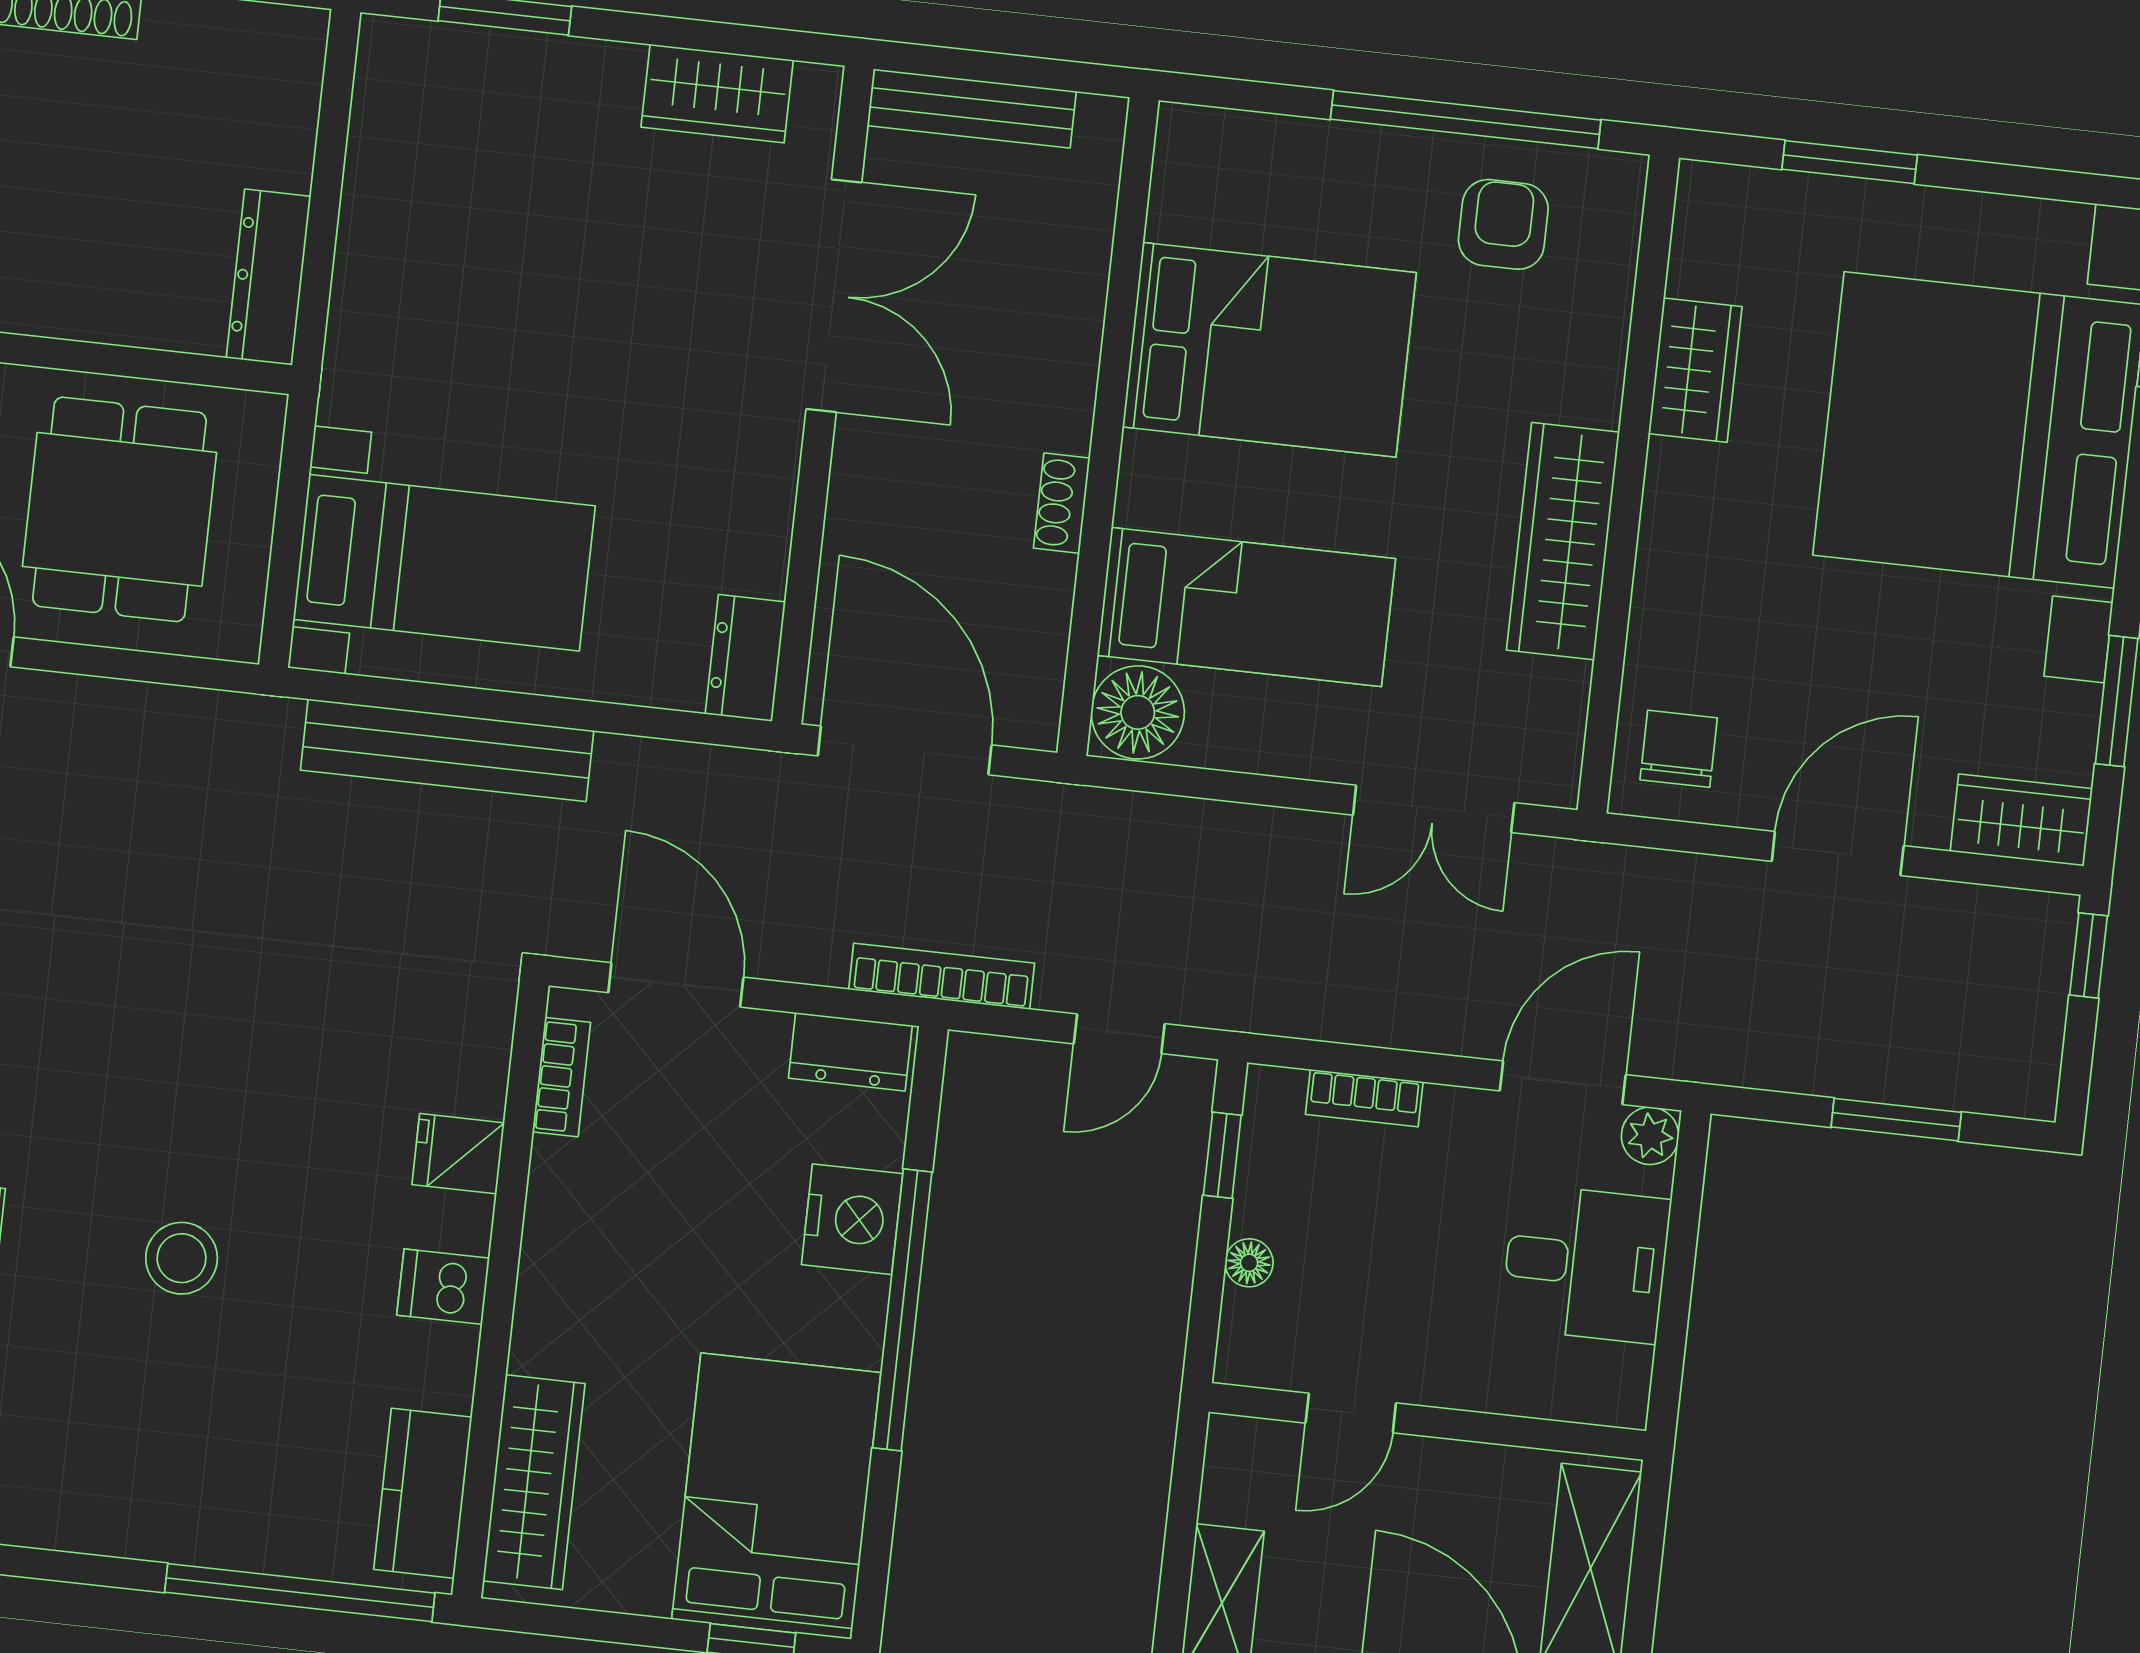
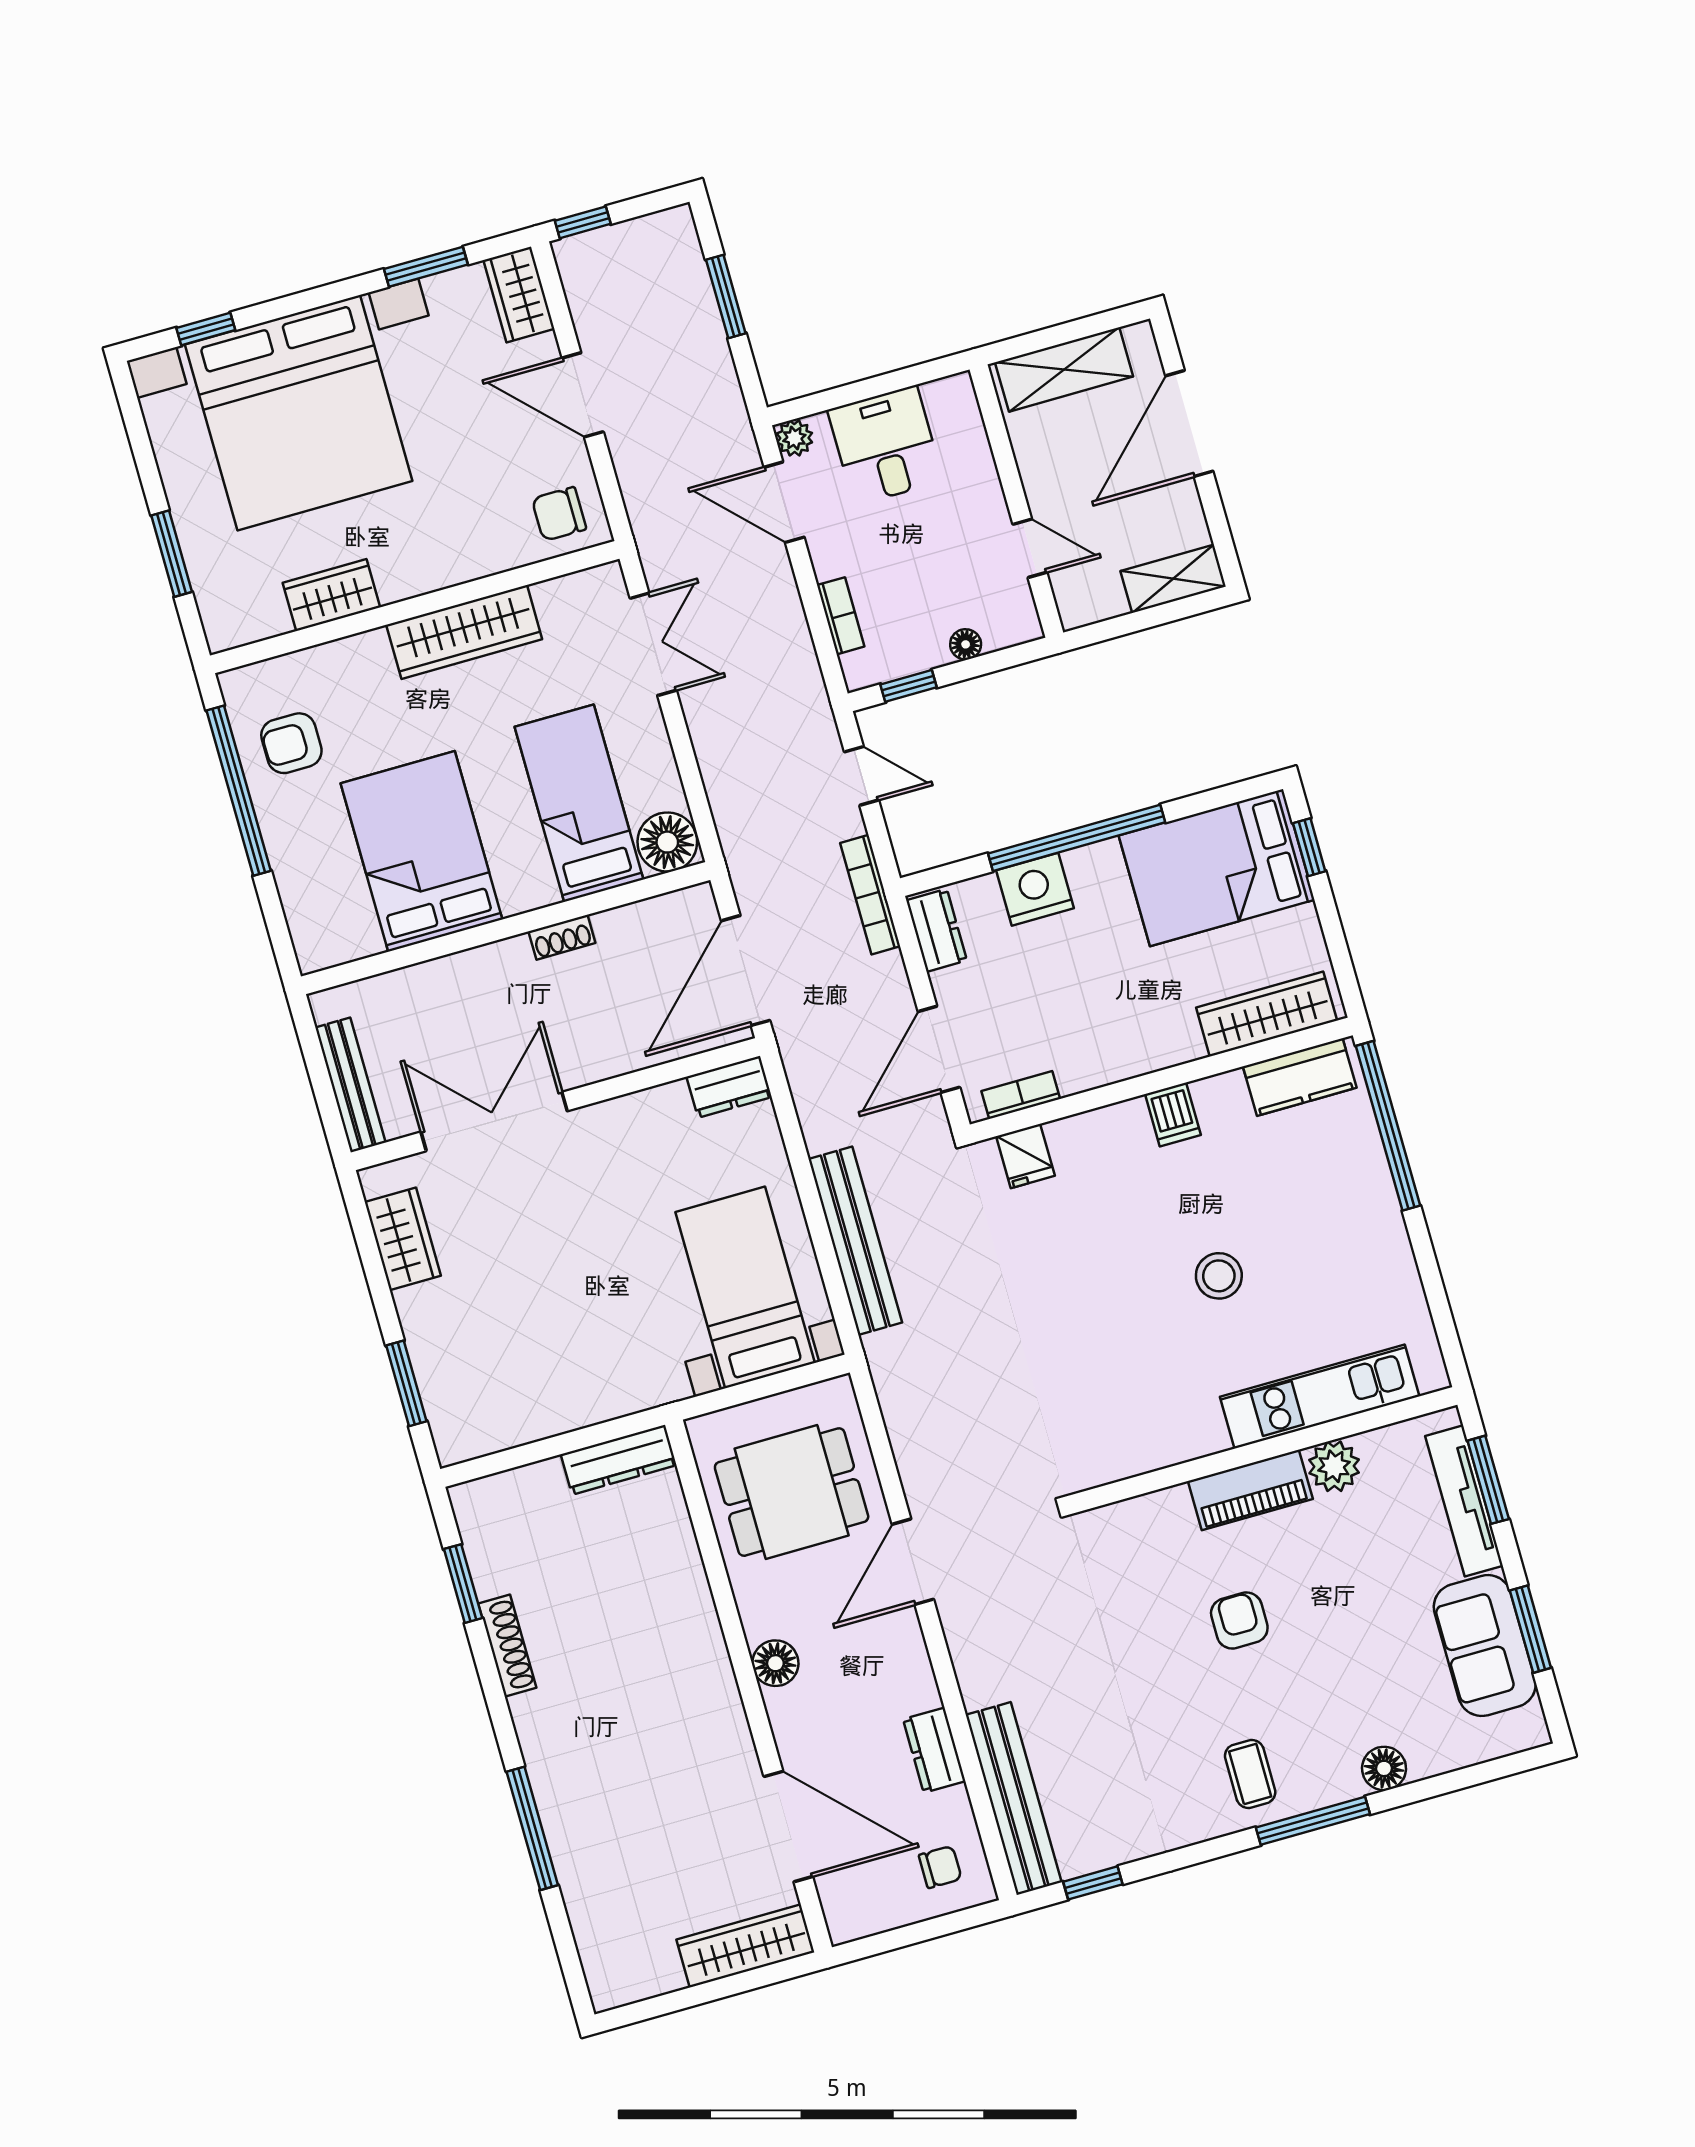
fridge: (458, 1154) -> (1025, 1156), moved

